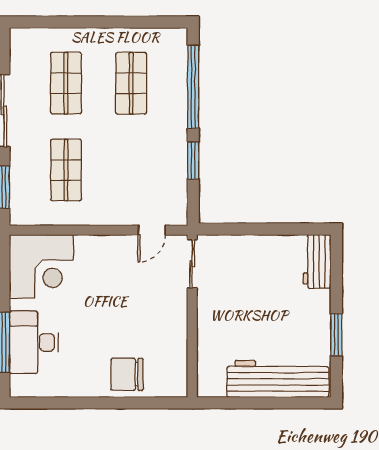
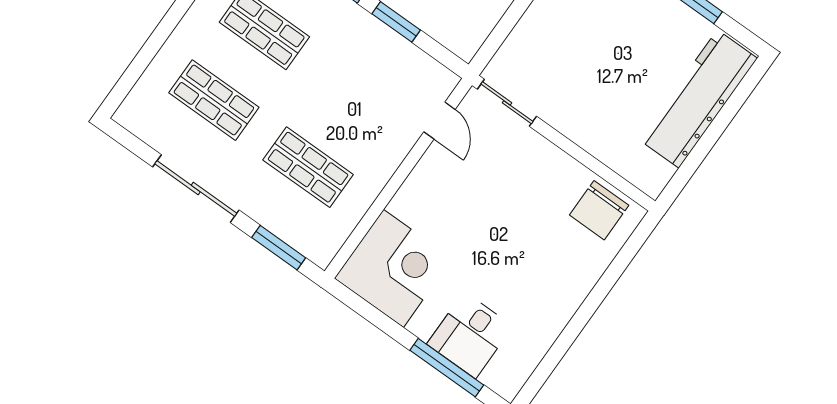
desk: (34, 342) -> (470, 335), width x0.73
chair: (127, 374) -> (599, 210), moved

